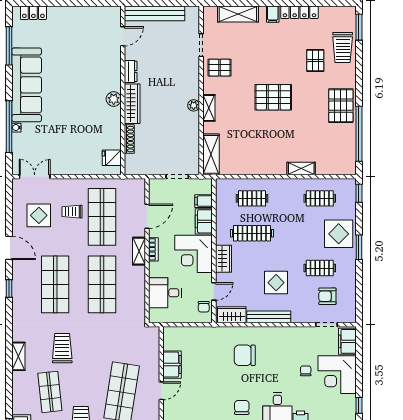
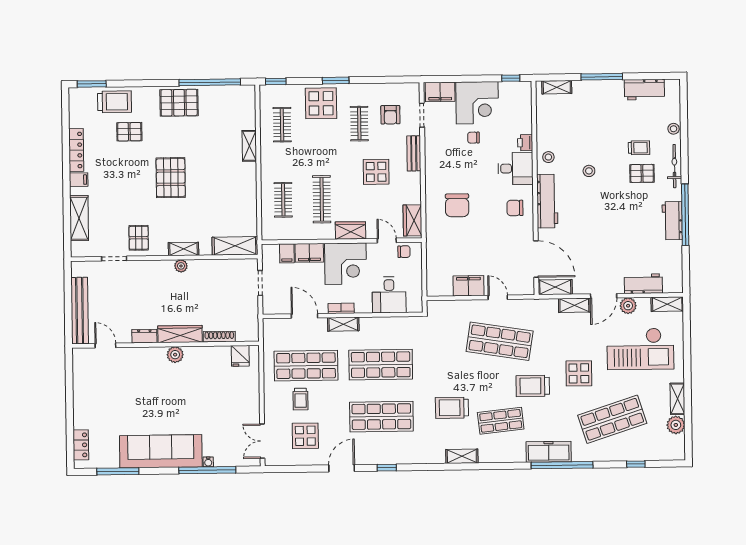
bench: (269, 317) -> (414, 153), moved, width x0.73

